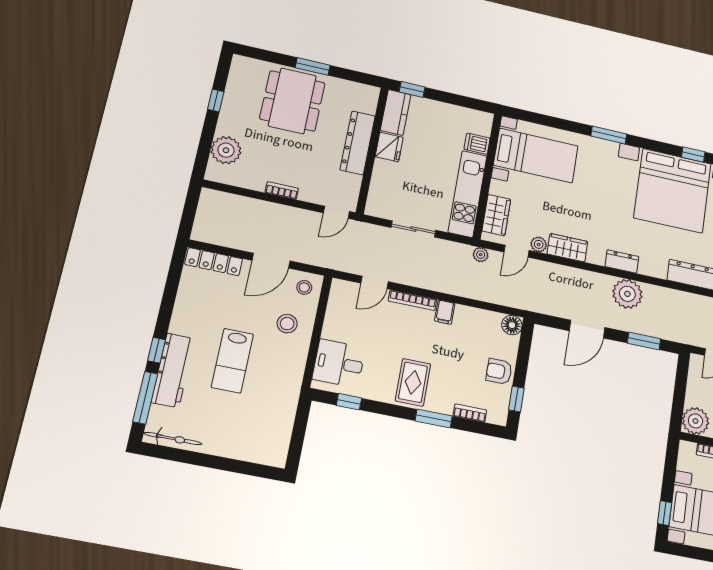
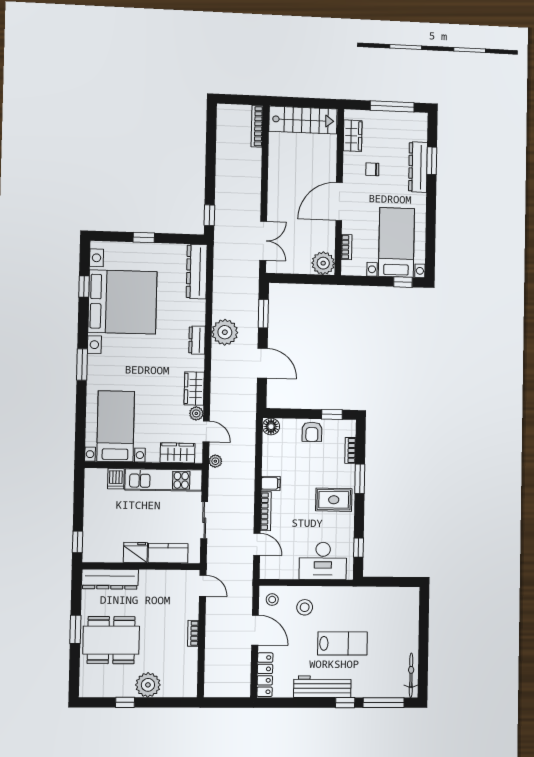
kitchen counter: (396, 112) -> (168, 553), moved
dresser: (358, 143) -> (110, 579), moved
plant: (226, 150) -> (148, 685), moved
desk: (339, 363) -> (323, 561), width x1.37
workbench: (173, 370) -> (322, 687), moved

